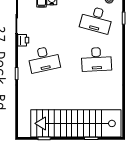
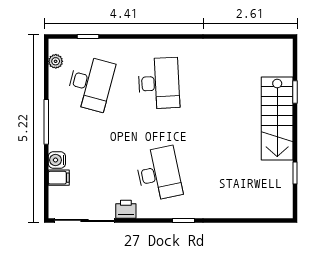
stairs: (76, 123) -> (277, 118), width x0.54, depth x0.66

